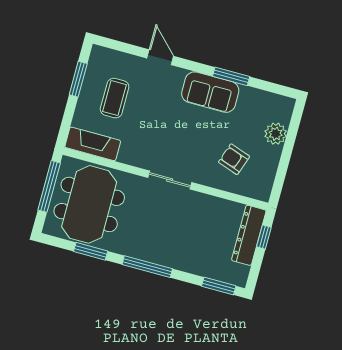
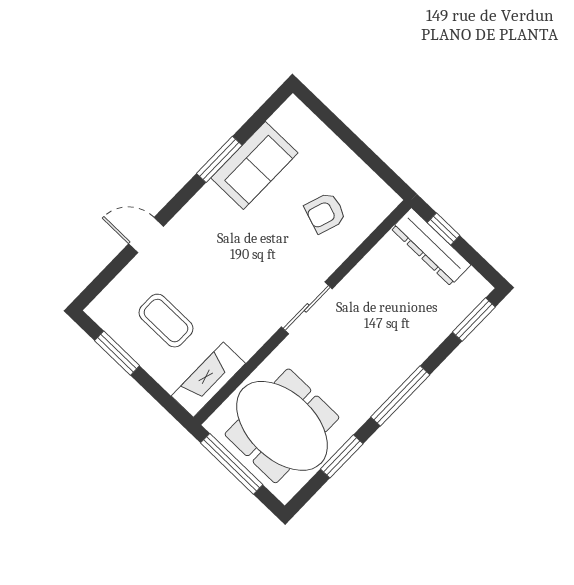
sofa: (210, 92) -> (254, 165), moved
plant: (276, 134) -> (322, 143), removed

